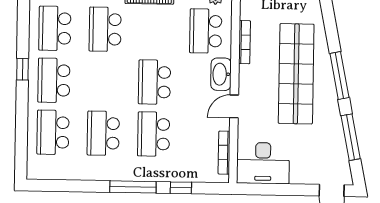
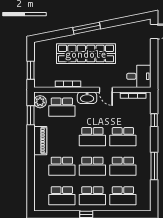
school desk: (104, 81) -> (92, 166), added
window: (351, 137) -> (123, 21), removed
desk: (263, 163) -> (139, 76), width x0.73
window: (133, 187) -> (154, 166), moved

